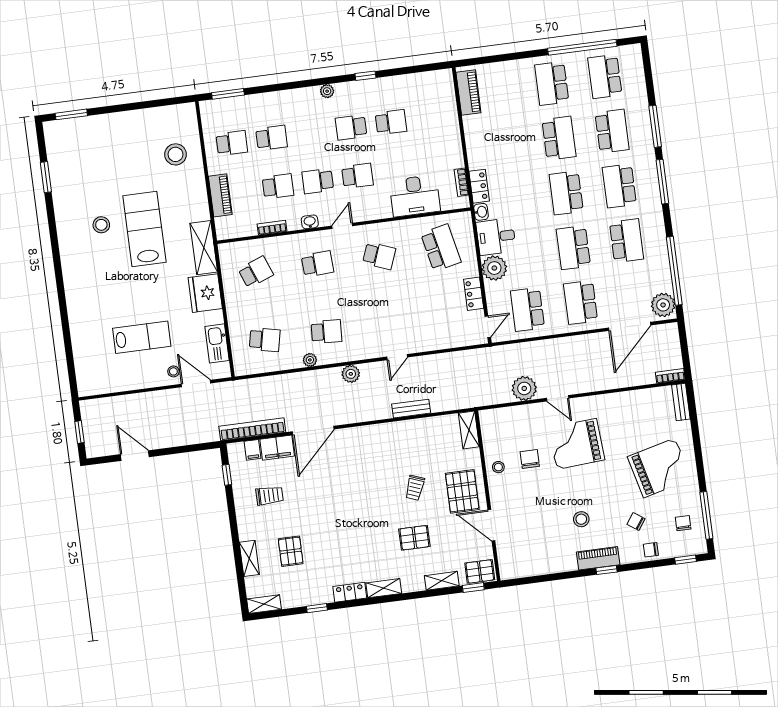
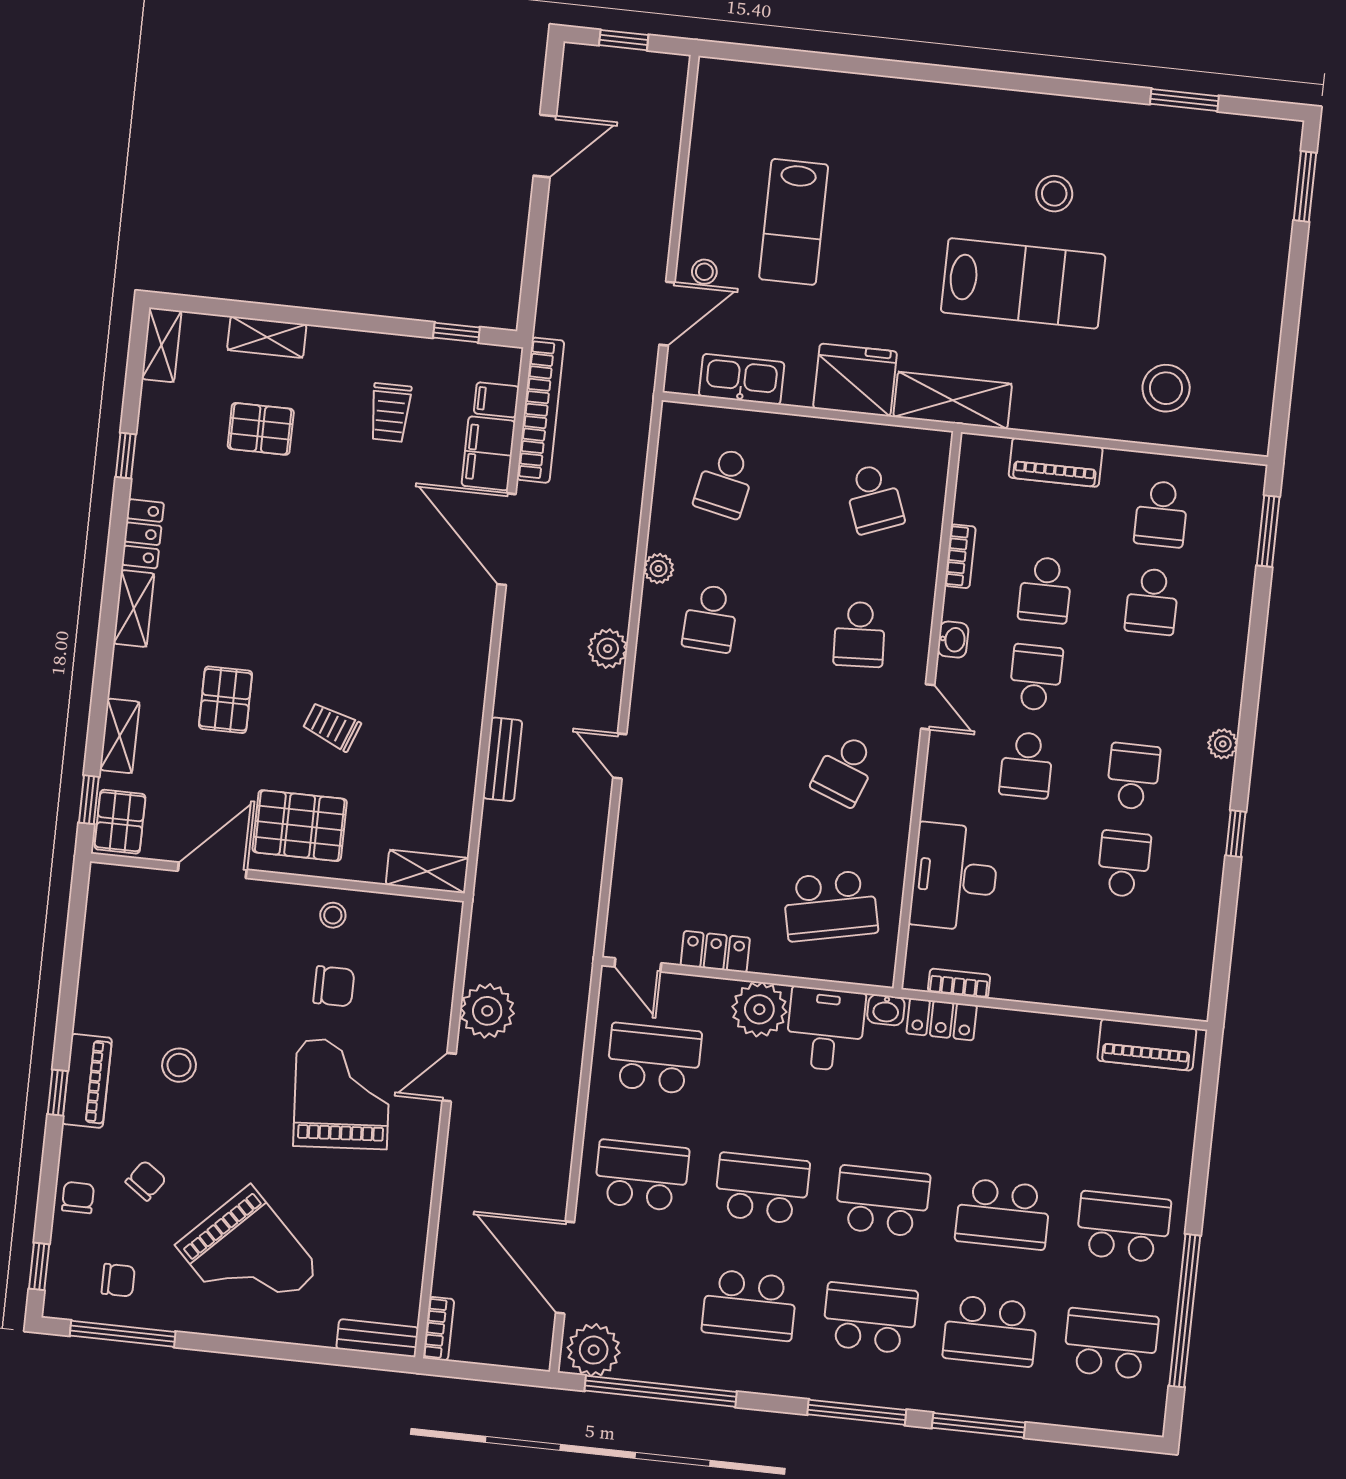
school desk: (391, 122) -> (1124, 864), turned 180
grand piano: (659, 468) -> (248, 1258), turned -31

